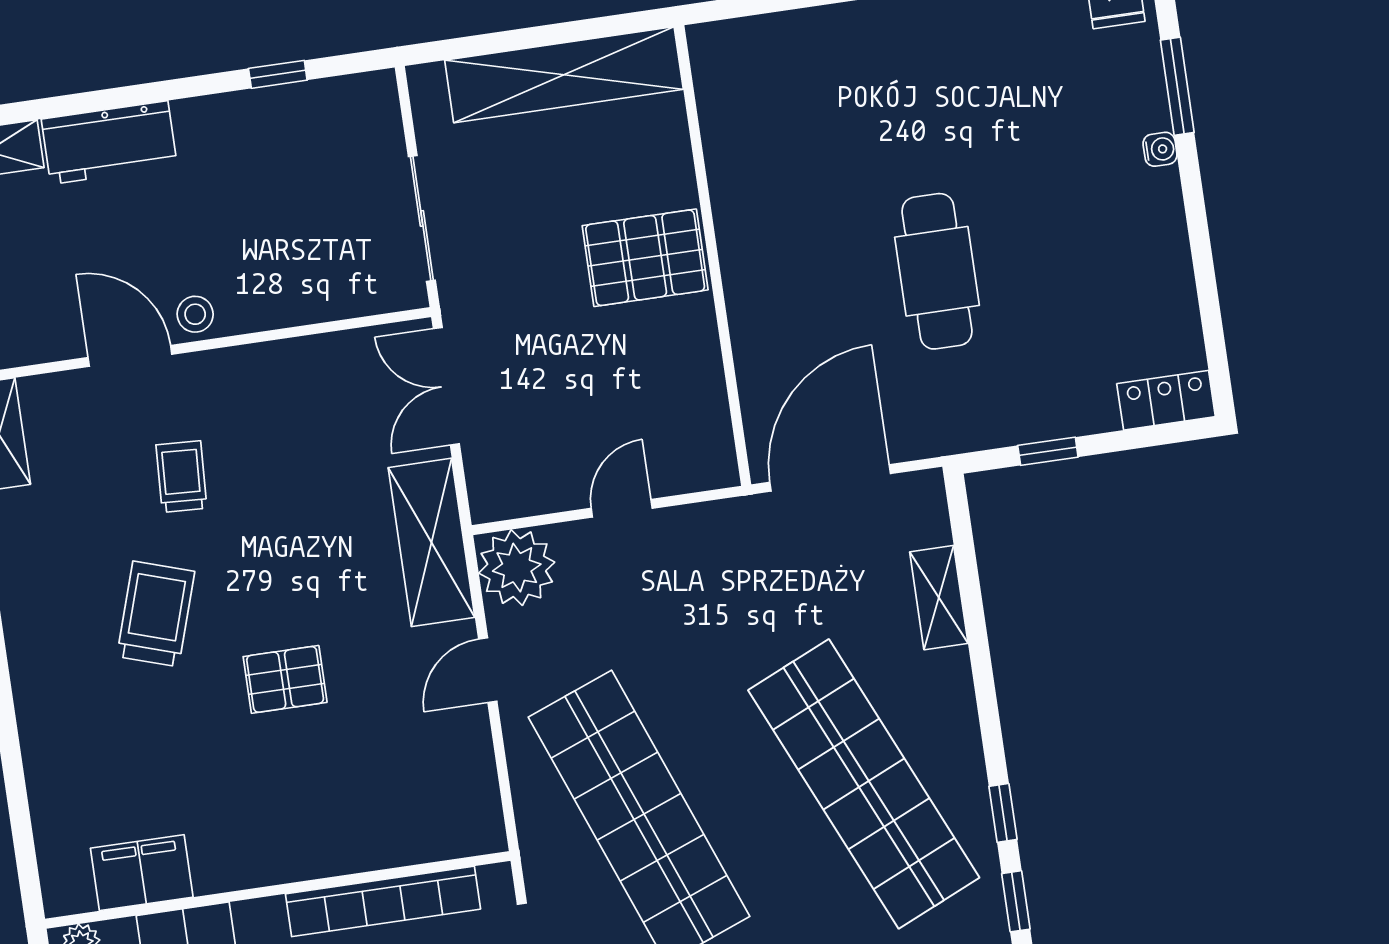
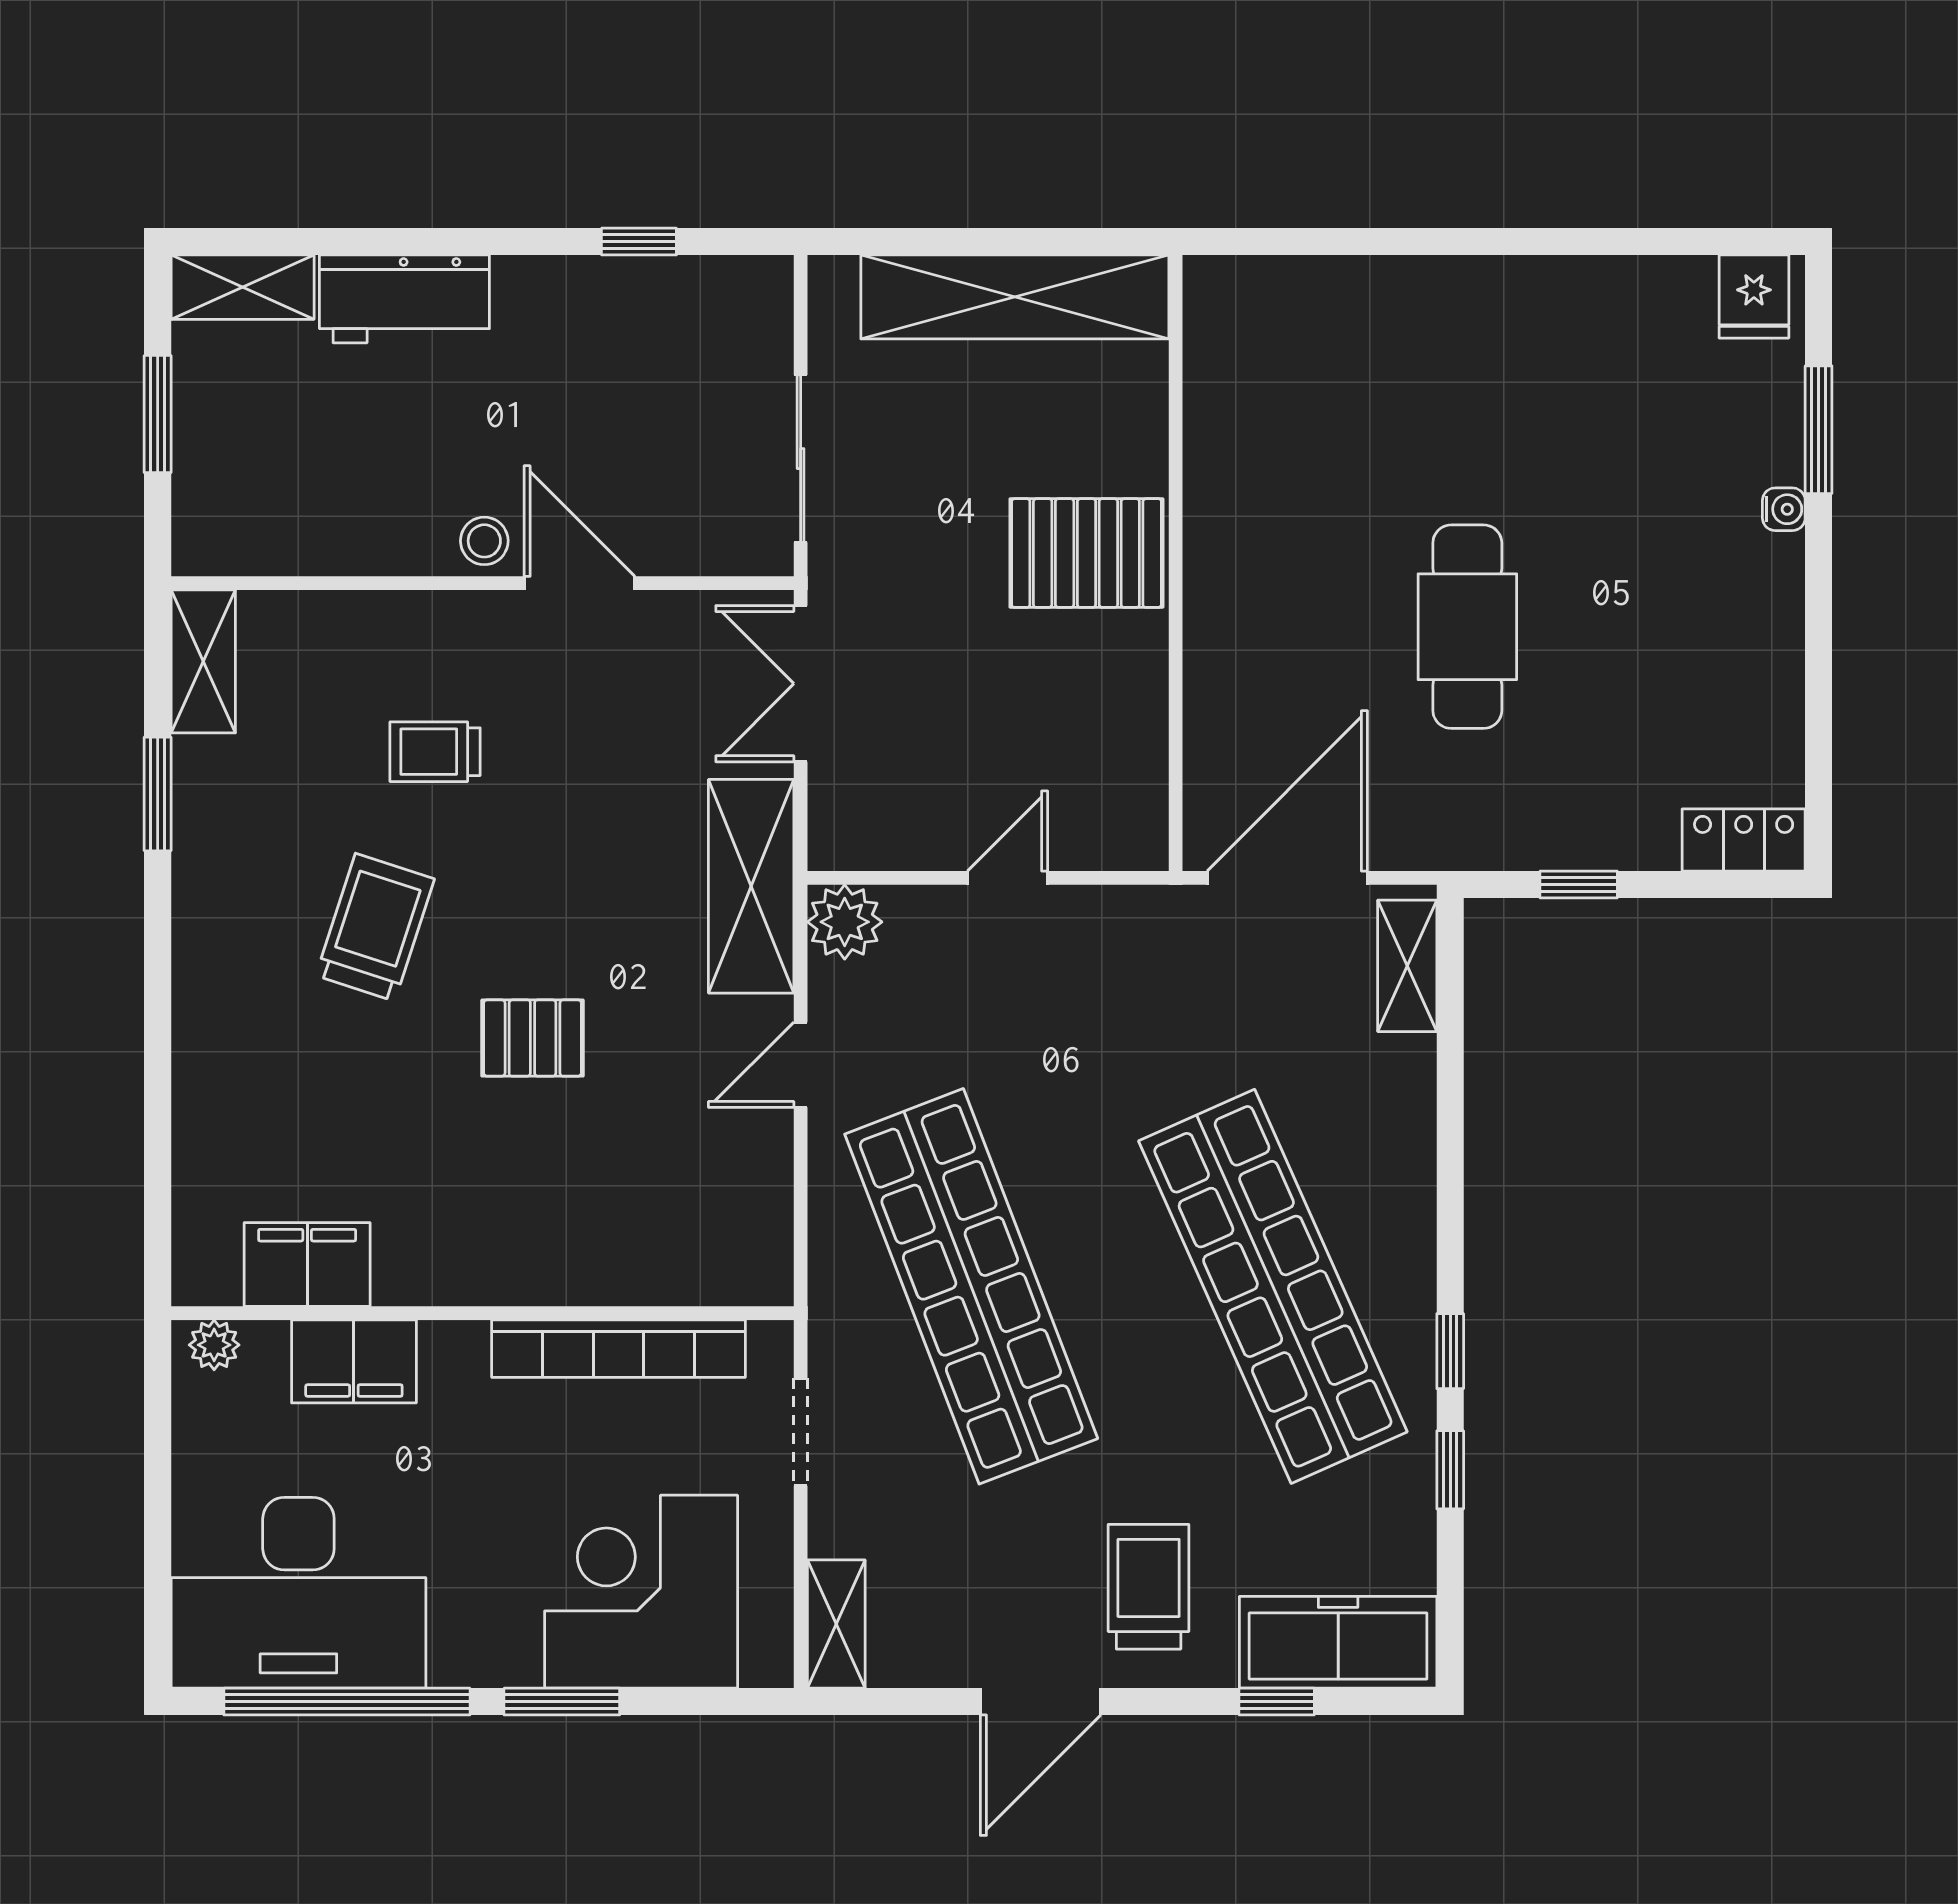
door: (130, 356) -> (579, 583), moved
trolley: (181, 477) -> (435, 752), turned -93
plant: (517, 568) -> (845, 922), width x0.73, depth x0.73
shelving: (939, 598) -> (1407, 966), moved

